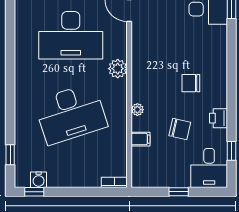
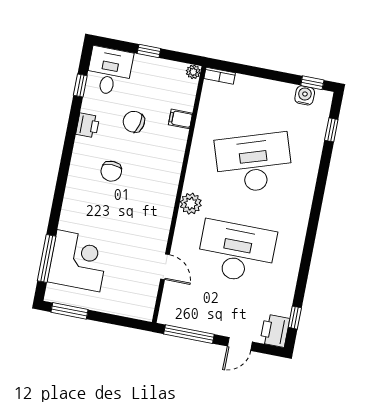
chair: (191, 83) -> (111, 171), turned 90
plant: (137, 110) -> (193, 72), moved

